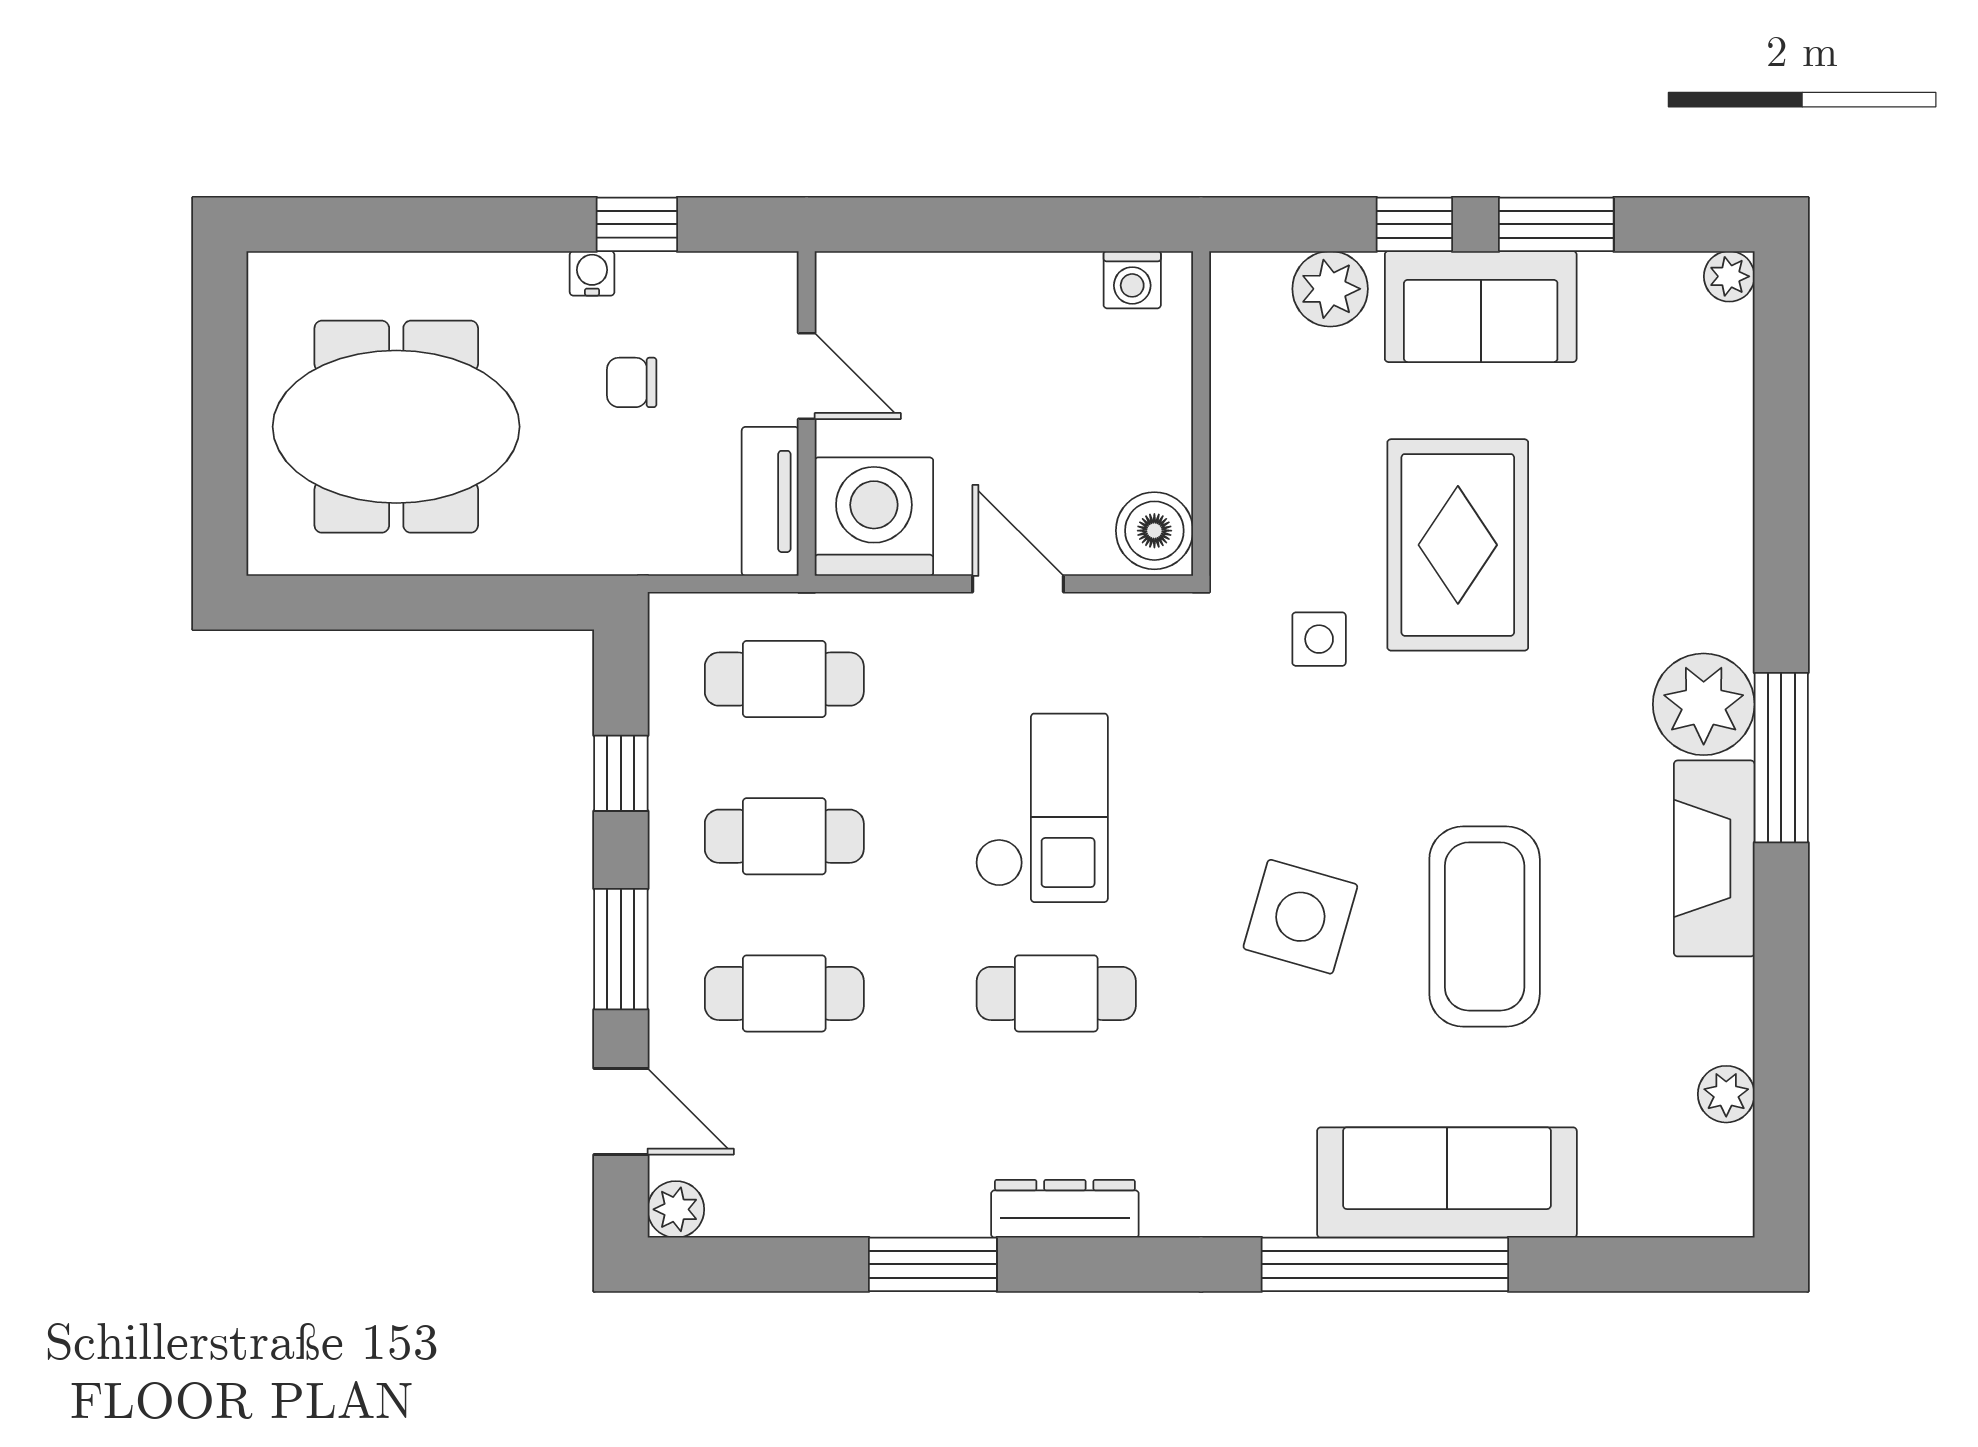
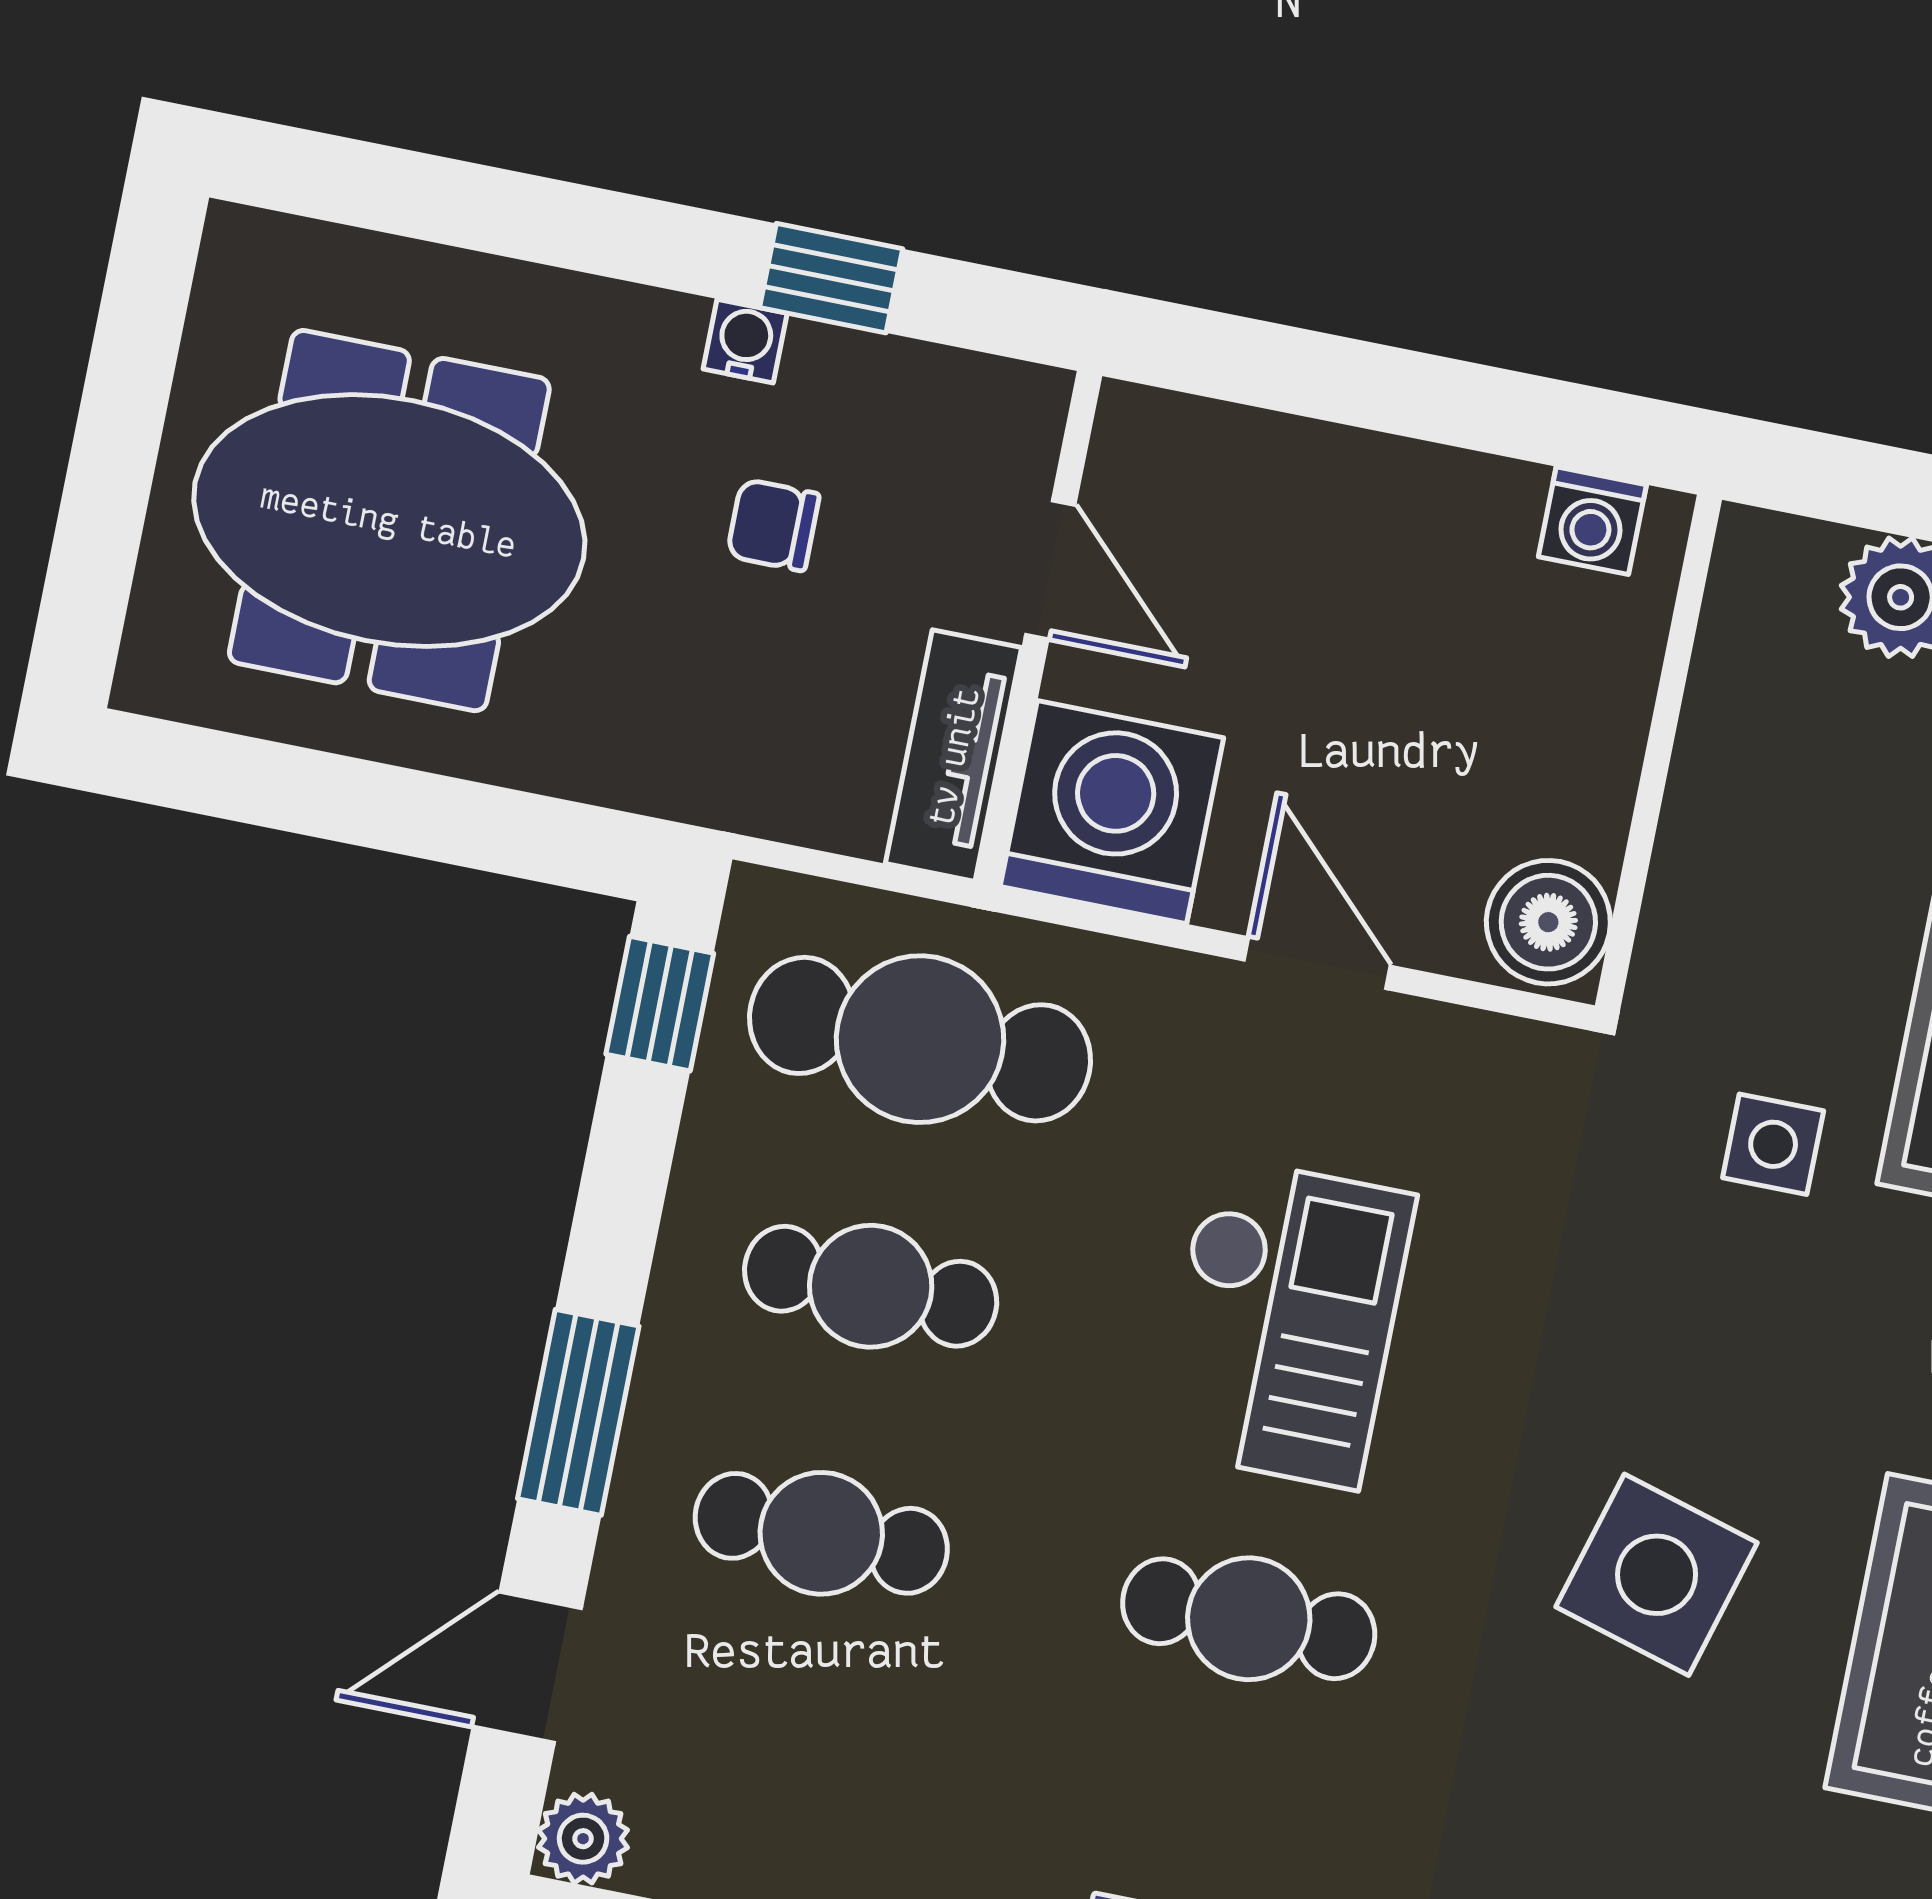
cafe table: (784, 679) -> (920, 1039), width x1.37, depth x1.35
window: (621, 773) -> (660, 1004), moved
door: (621, 1111) -> (527, 1667), swing flipped

